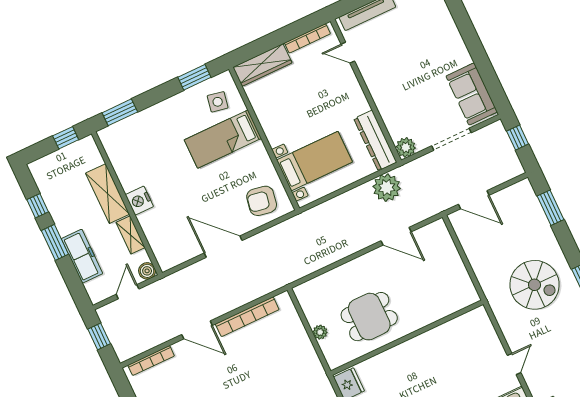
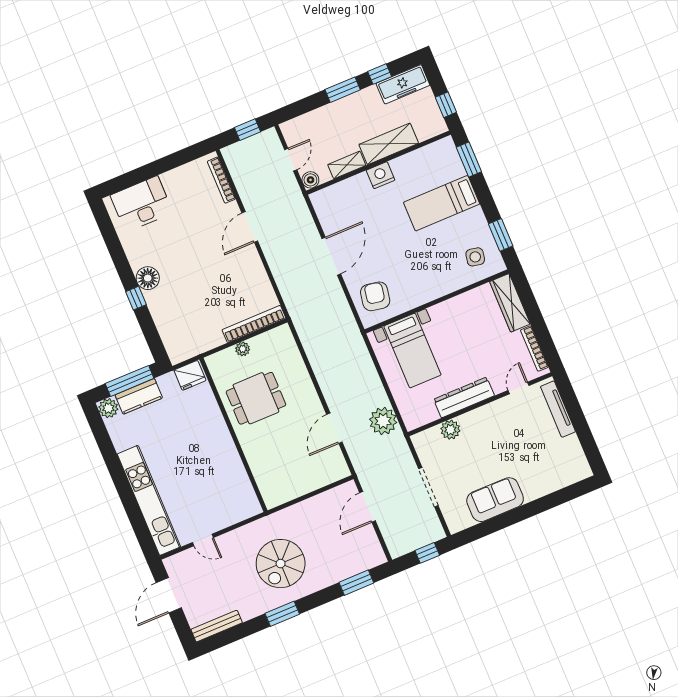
sofa: (472, 94) -> (495, 500), moved
bed: (223, 139) -> (442, 203), moved, turned -90
dresser: (375, 141) -> (464, 397), moved
plant: (406, 147) -> (450, 430), moved
freezer: (82, 256) -> (403, 84), moved
door: (128, 292) -> (291, 160), hinge flipped
bookcase: (247, 317) -> (254, 324), moved, turned 90
dining table: (369, 317) -> (256, 398), turned 90

